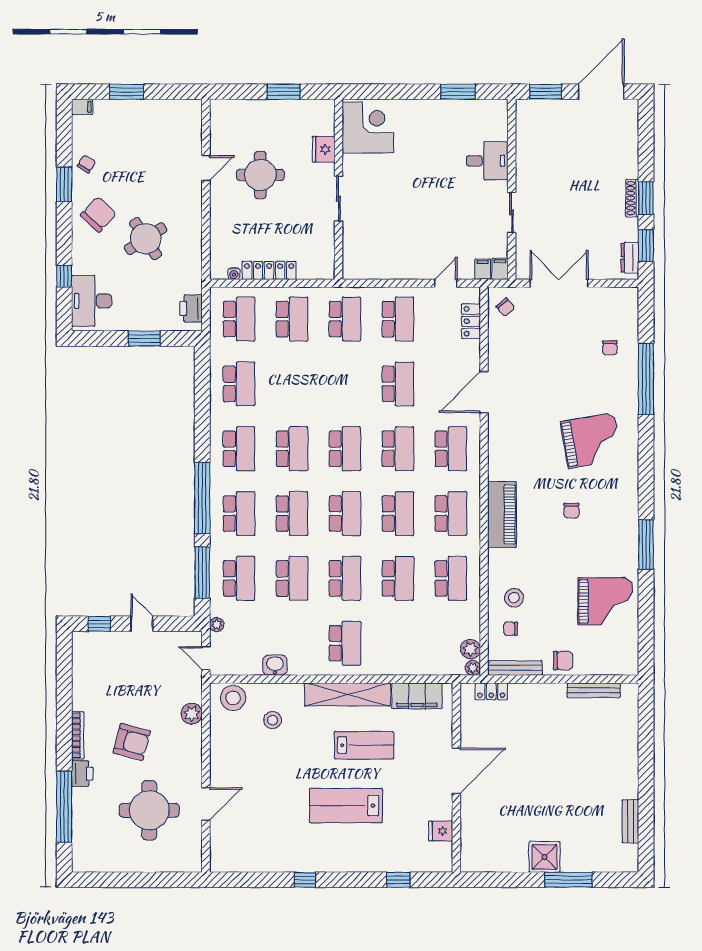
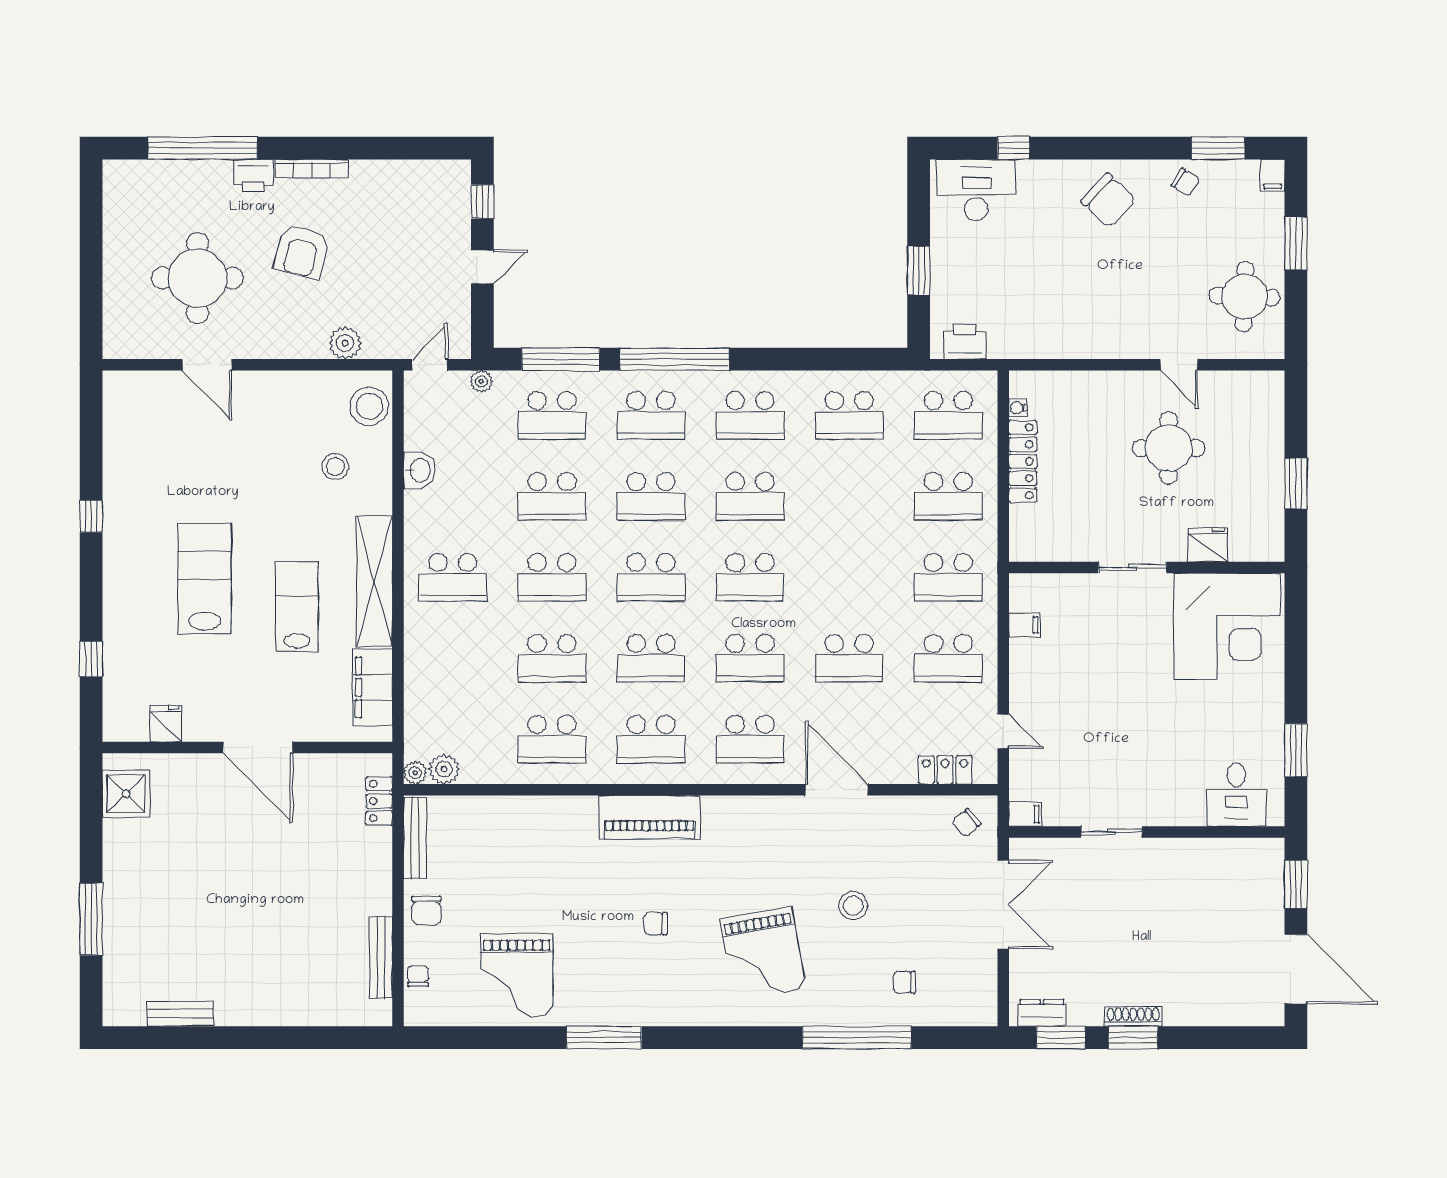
corner desk: (368, 127) -> (1227, 626), width x1.36, depth x1.36
desk: (487, 161) -> (1236, 795), moved
window: (64, 184) -> (1218, 148), moved
round table: (146, 239) -> (1245, 297), moved, turned 35
filing cabinet: (483, 269) -> (1025, 625), moved
stool: (514, 598) -> (853, 906), moved
chair: (510, 629) -> (418, 976), moved
lab bench: (364, 745) -> (297, 607), turned 180
shower: (545, 857) -> (126, 794), moved

